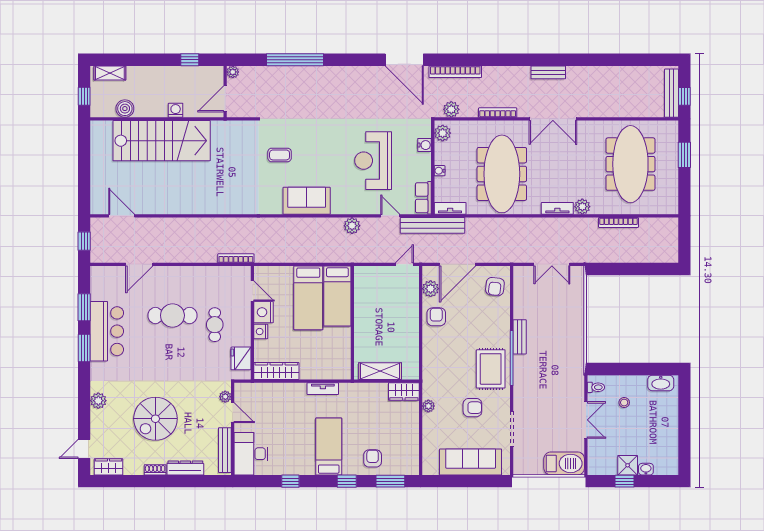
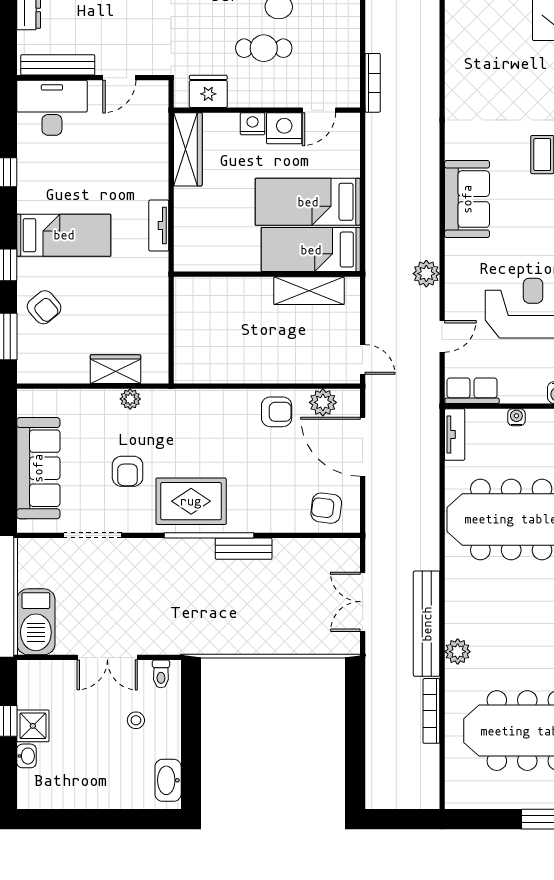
tv unit: (557, 208) -> (455, 611), removed
bench: (433, 225) -> (427, 624), moved
shelving: (380, 371) -> (309, 291), moved, turned 90
wardrobe: (404, 392) -> (115, 369), moved, turned 90
plant: (225, 397) -> (146, 66), removed
armchair: (373, 458) -> (44, 307), turned 50

